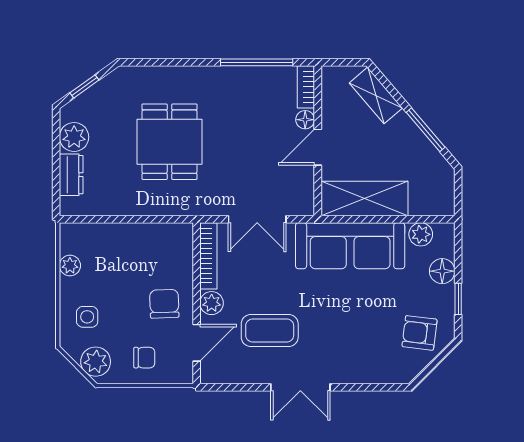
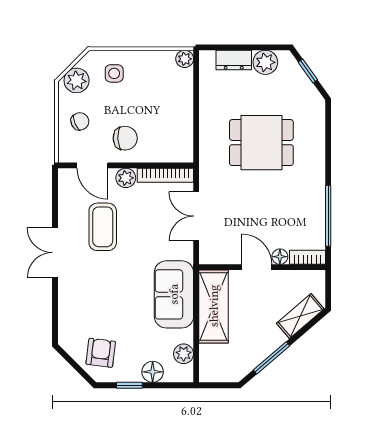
sofa: (350, 246) -> (174, 294), width x0.73
plant: (70, 266) -> (185, 59), moved
chair: (144, 358) -> (80, 121), turned -114

